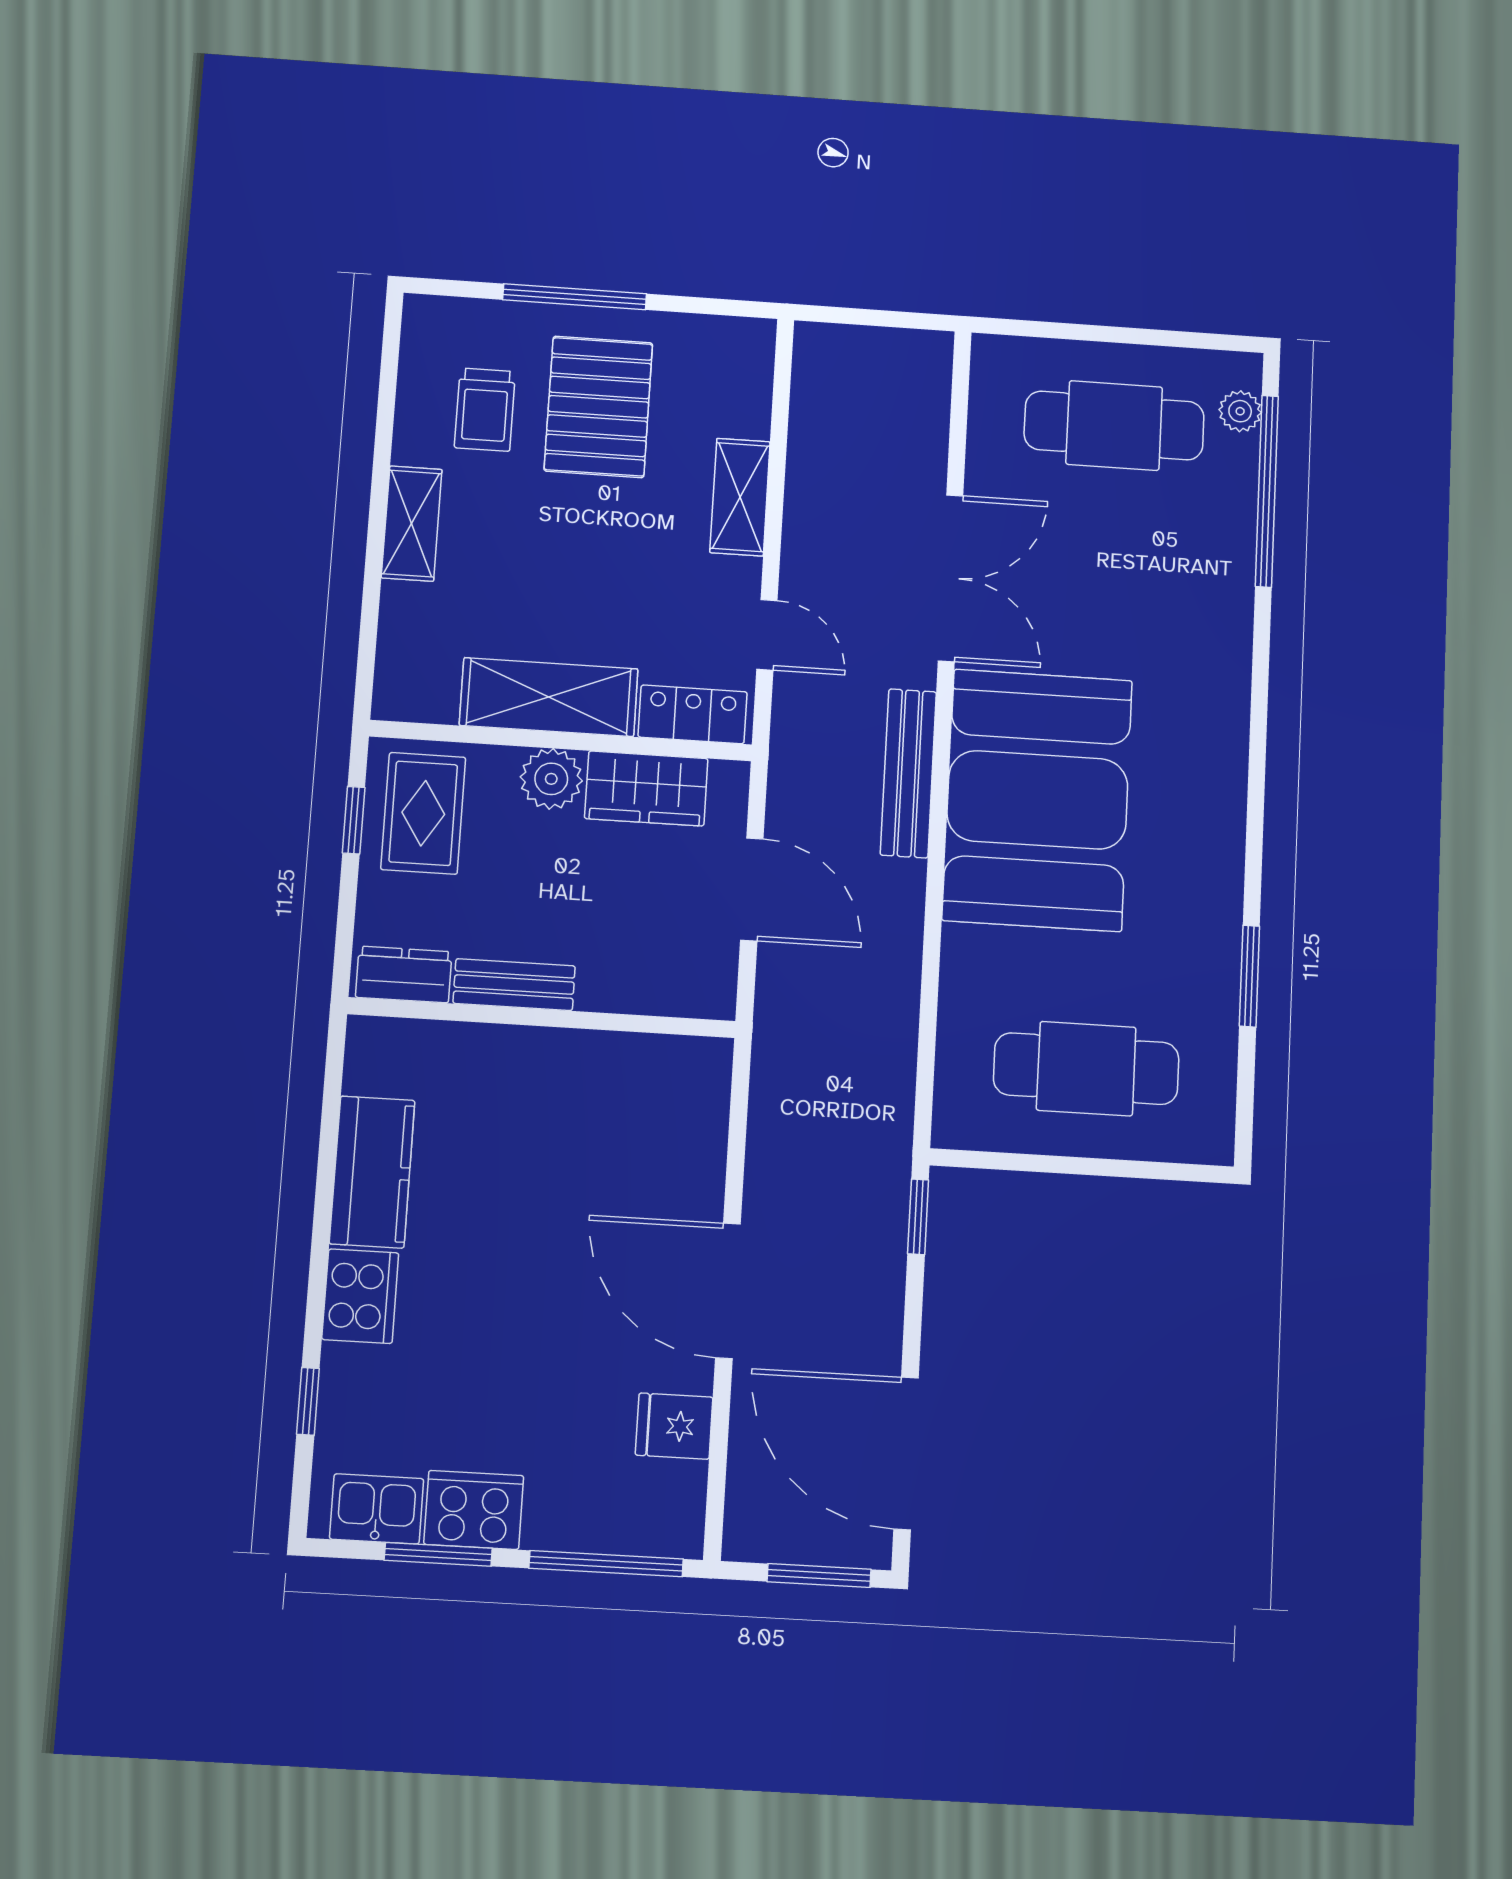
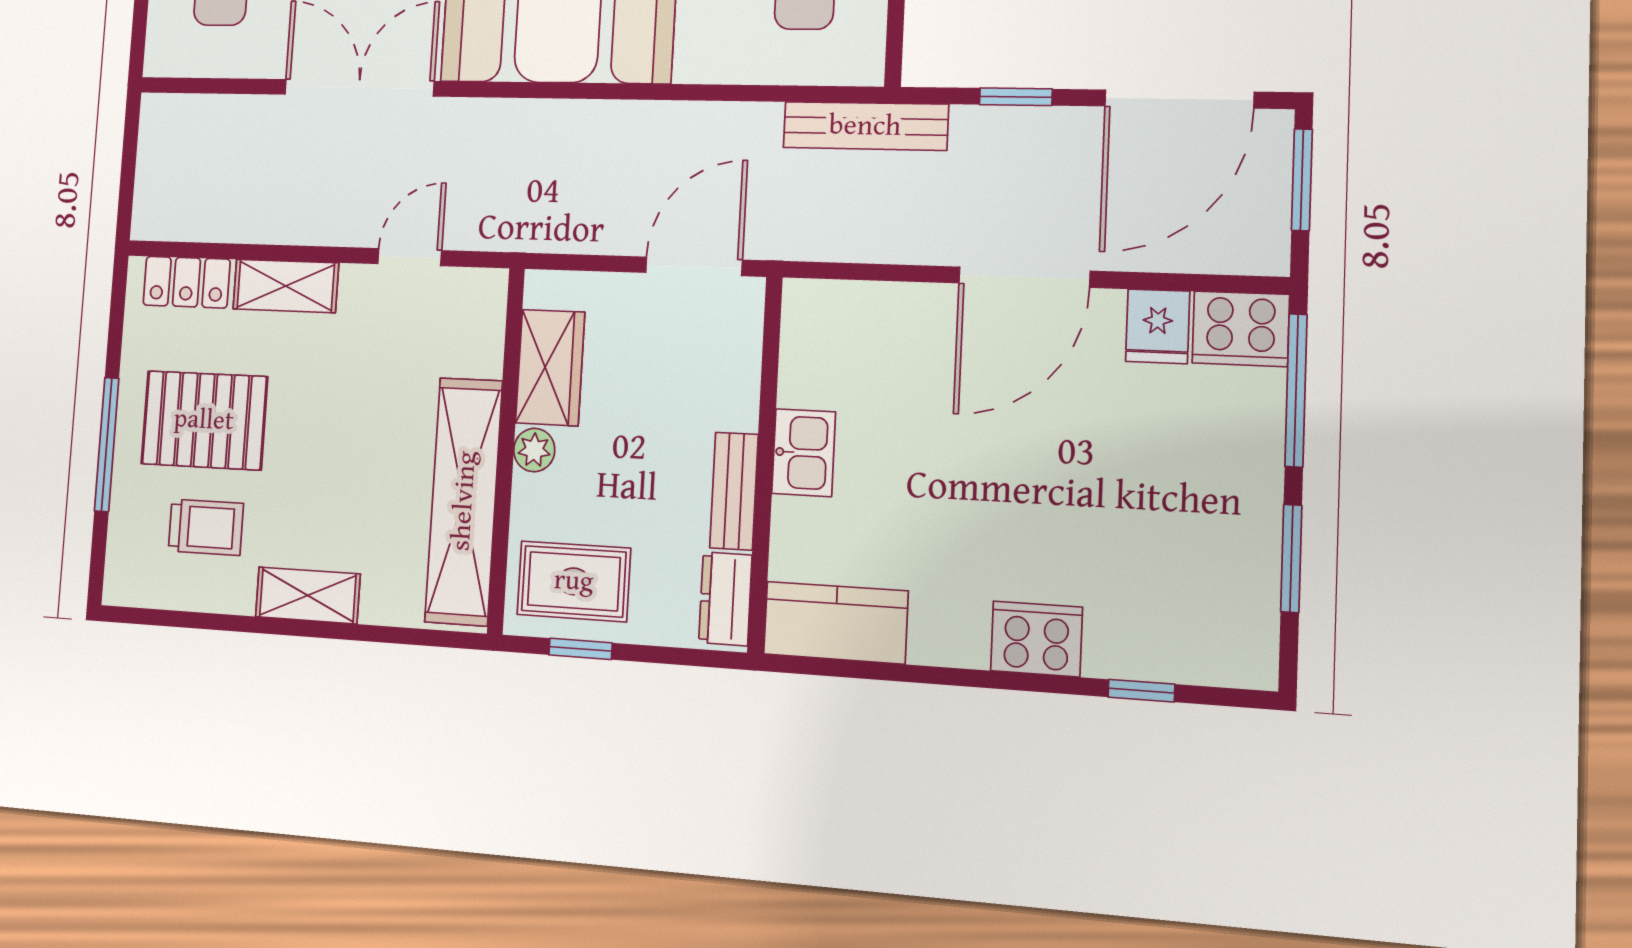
shelving: (549, 697) -> (464, 501), width x1.47
locker: (693, 714) -> (187, 282), moved, turned -90
bench: (908, 773) -> (865, 126), moved
plant: (551, 779) -> (534, 450), width x0.73, depth x0.73
door: (752, 889) -> (694, 266), moved
kitchen counter: (372, 1172) -> (836, 623), moved
window: (918, 1217) -> (1016, 97), moved
kitchen sink: (377, 1509) -> (804, 453), moved, turned 180
cooker: (474, 1510) -> (1241, 329), moved, turned -90

